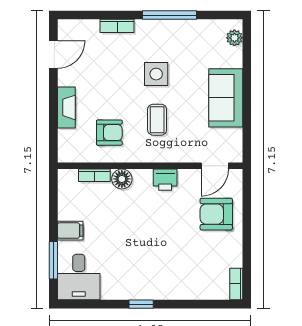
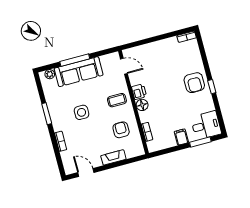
window: (170, 15) -> (47, 114), width x0.69
window: (247, 86) -> (75, 60), added
sofa: (226, 98) -> (79, 72), width x1.36
coffee table: (157, 120) -> (117, 100), moved
floor lamp: (122, 179) -> (142, 105), moved
armchair: (216, 214) -> (194, 83), moved

